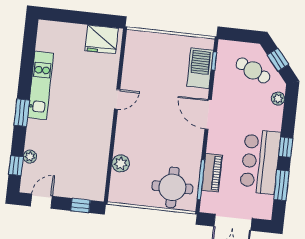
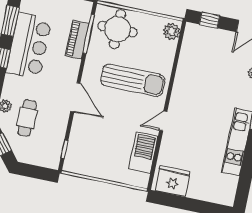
barbecue: (200, 68) -> (143, 152), moved, turned 180
cafe table: (253, 70) -> (27, 118), moved, turned 65
sun lounger: (152, 137) -> (133, 80), added
plant: (121, 163) -> (172, 31), moved

